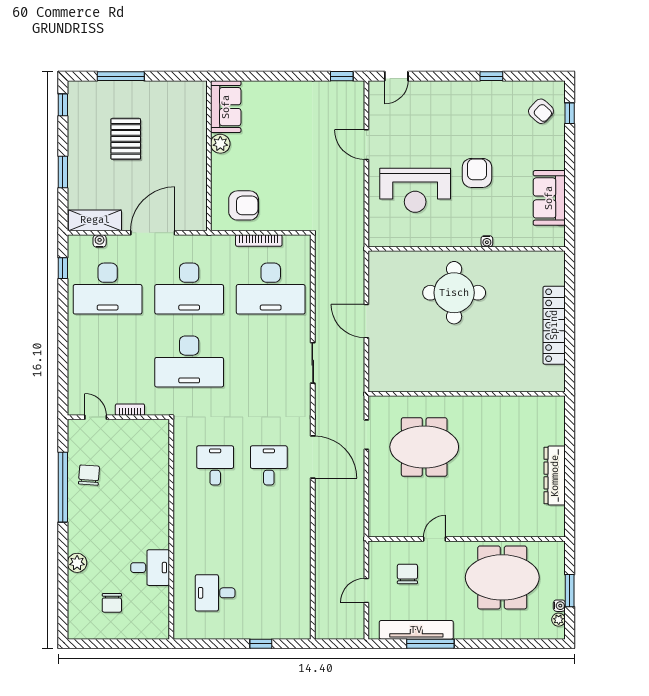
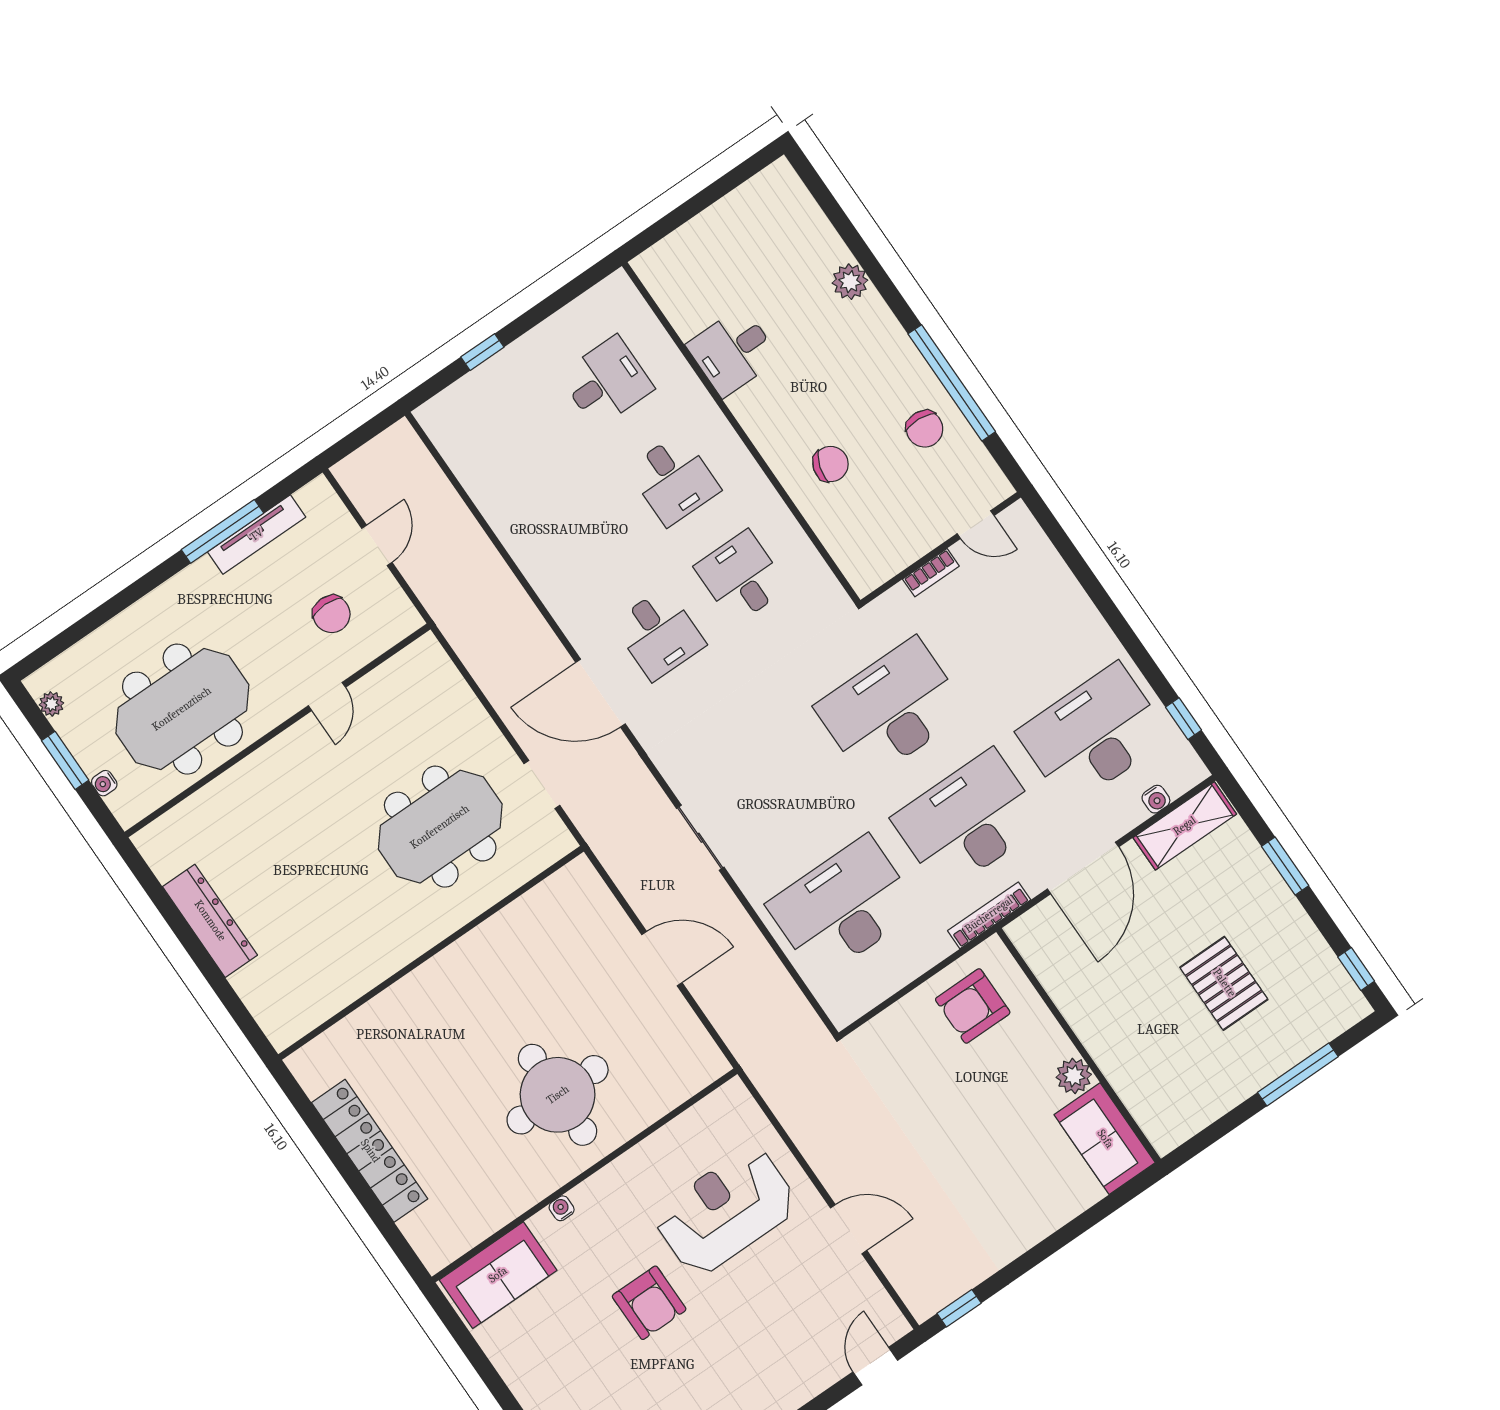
sofa: (549, 198) -> (498, 1275), moved, turned 90
bookcase: (259, 240) -> (989, 915), moved
desk: (215, 465) -> (741, 577), turned 180
desk: (215, 529) -> (674, 479), added
chair: (112, 603) -> (831, 464), moved, turned 107
water cooler: (559, 606) -> (104, 783), moved
tv unit: (416, 630) -> (257, 535), width x0.73, depth x0.78

